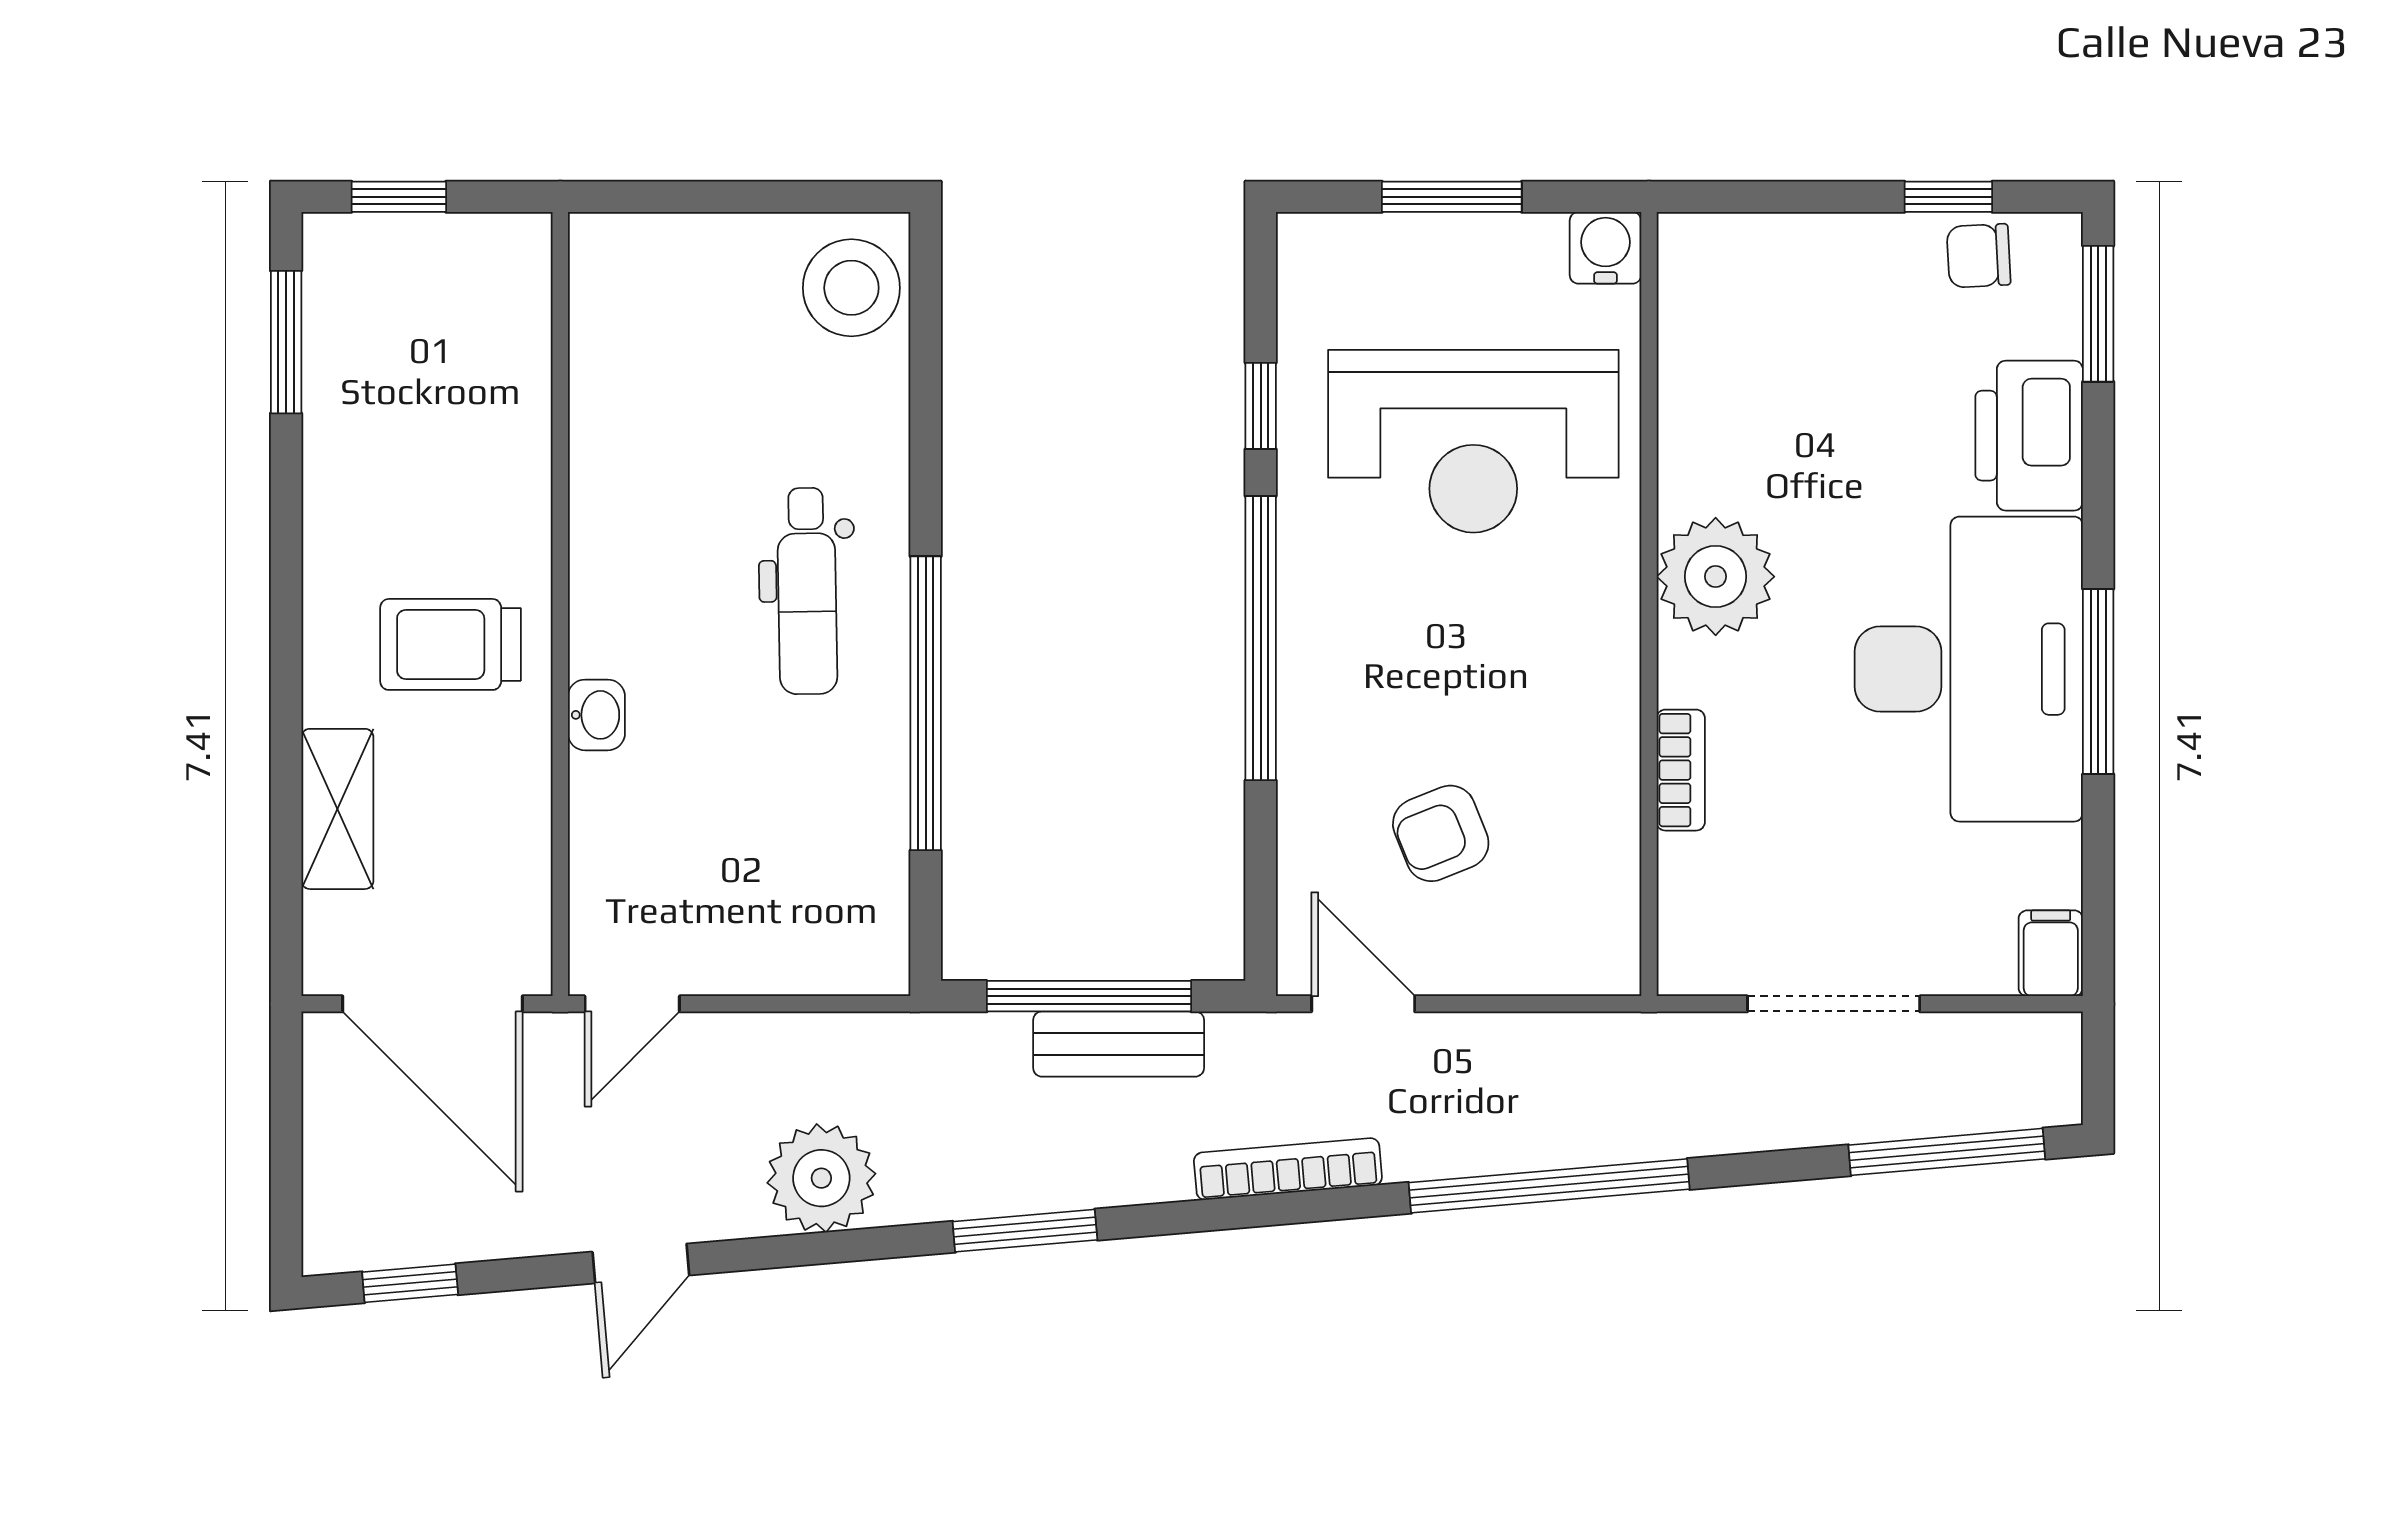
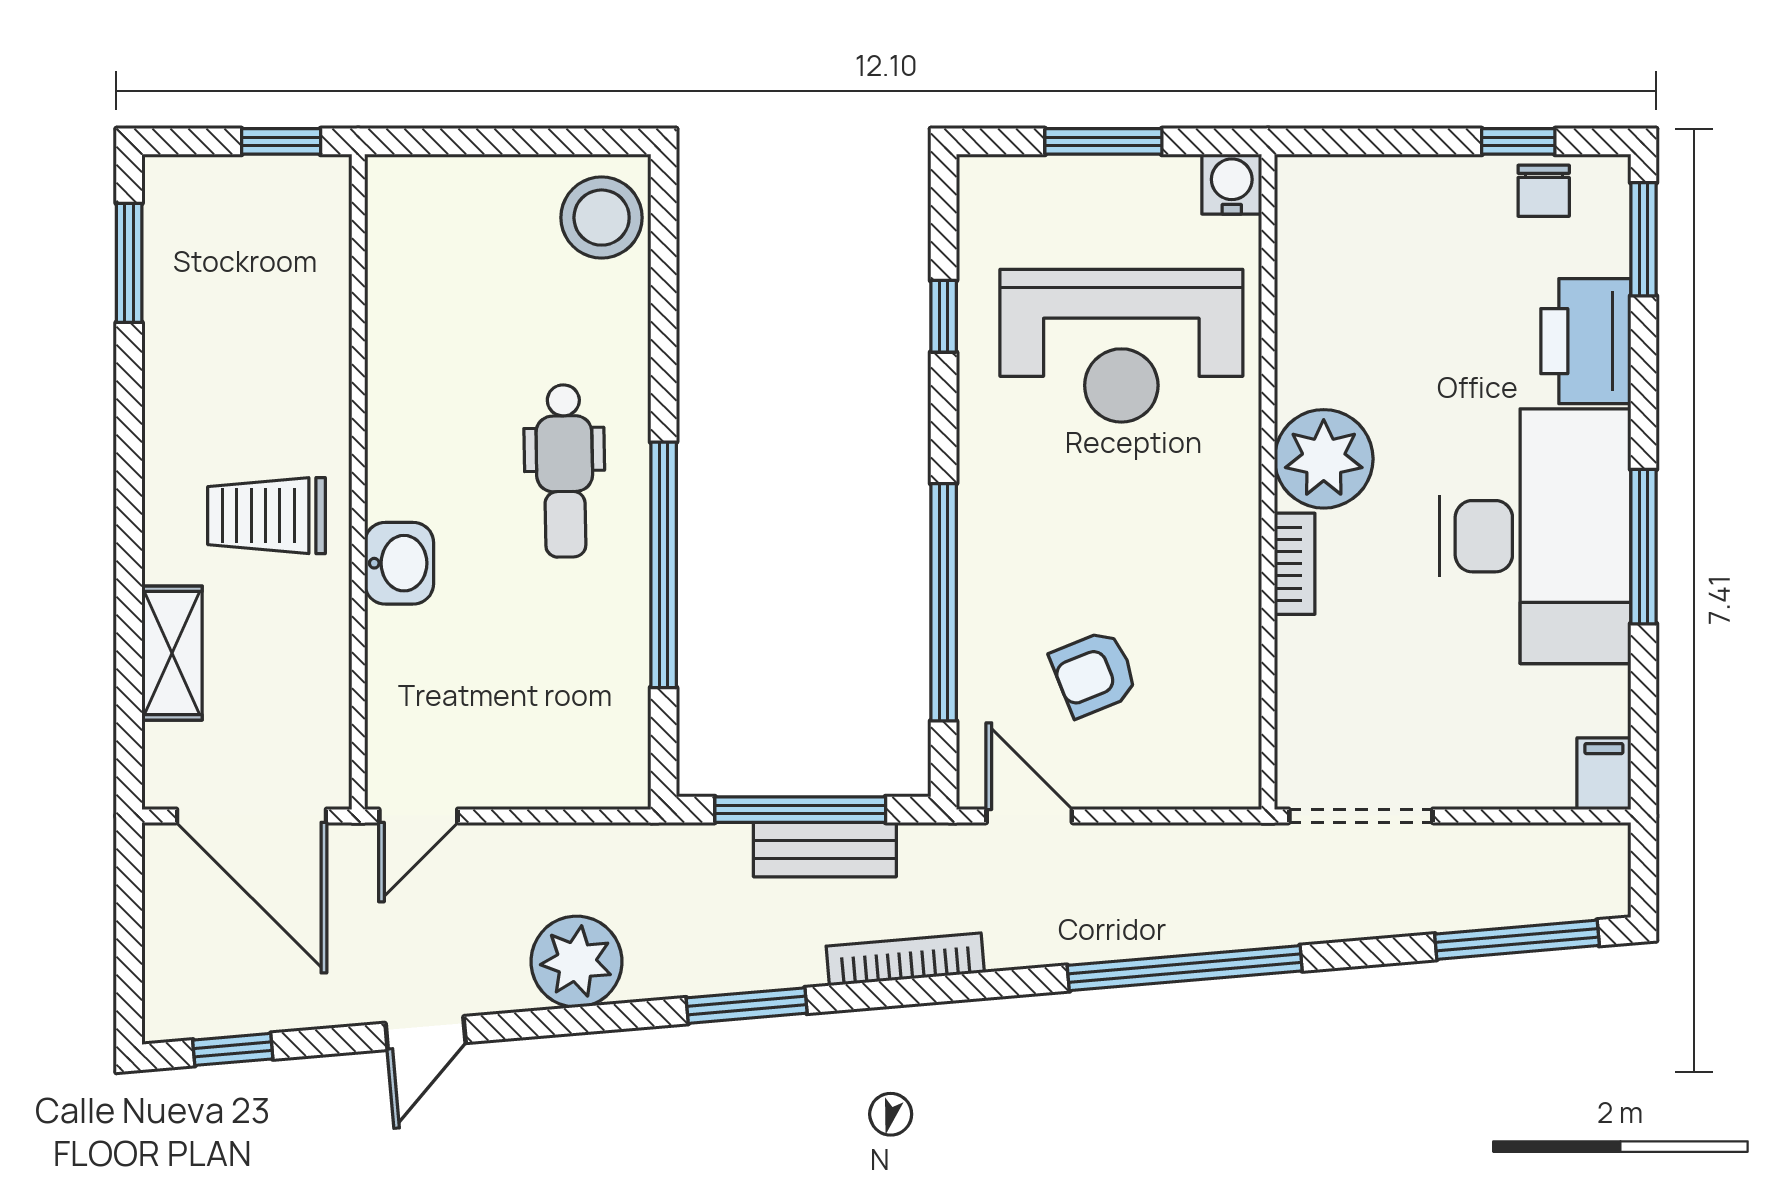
window: (399, 197) -> (281, 141), moved
chair: (1979, 256) -> (1544, 191), turned -87
window: (1261, 638) -> (944, 602), moved
washbasin: (596, 715) -> (399, 563), width x1.38, depth x1.45
bookcase: (1681, 770) -> (1295, 564), moved
doorway: (1834, 1004) -> (1361, 816), moved
bookcase: (1288, 1169) -> (905, 959), moved

